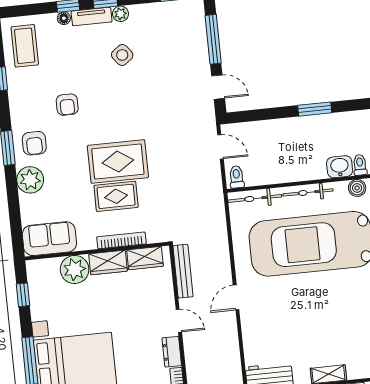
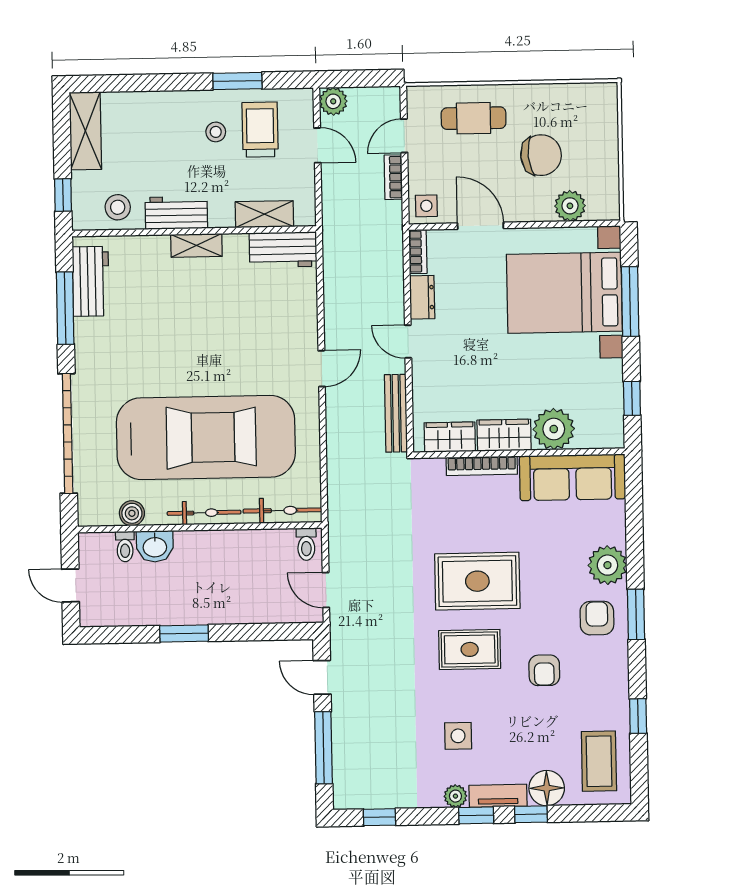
floor lamp: (64, 18) -> (547, 788), width x1.89, depth x1.89
side table: (122, 55) -> (458, 736), turned 37
armchair: (67, 105) -> (544, 670), turned 180
rug: (116, 196) -> (470, 649), moved
sofa: (49, 239) -> (573, 477), width x1.36

